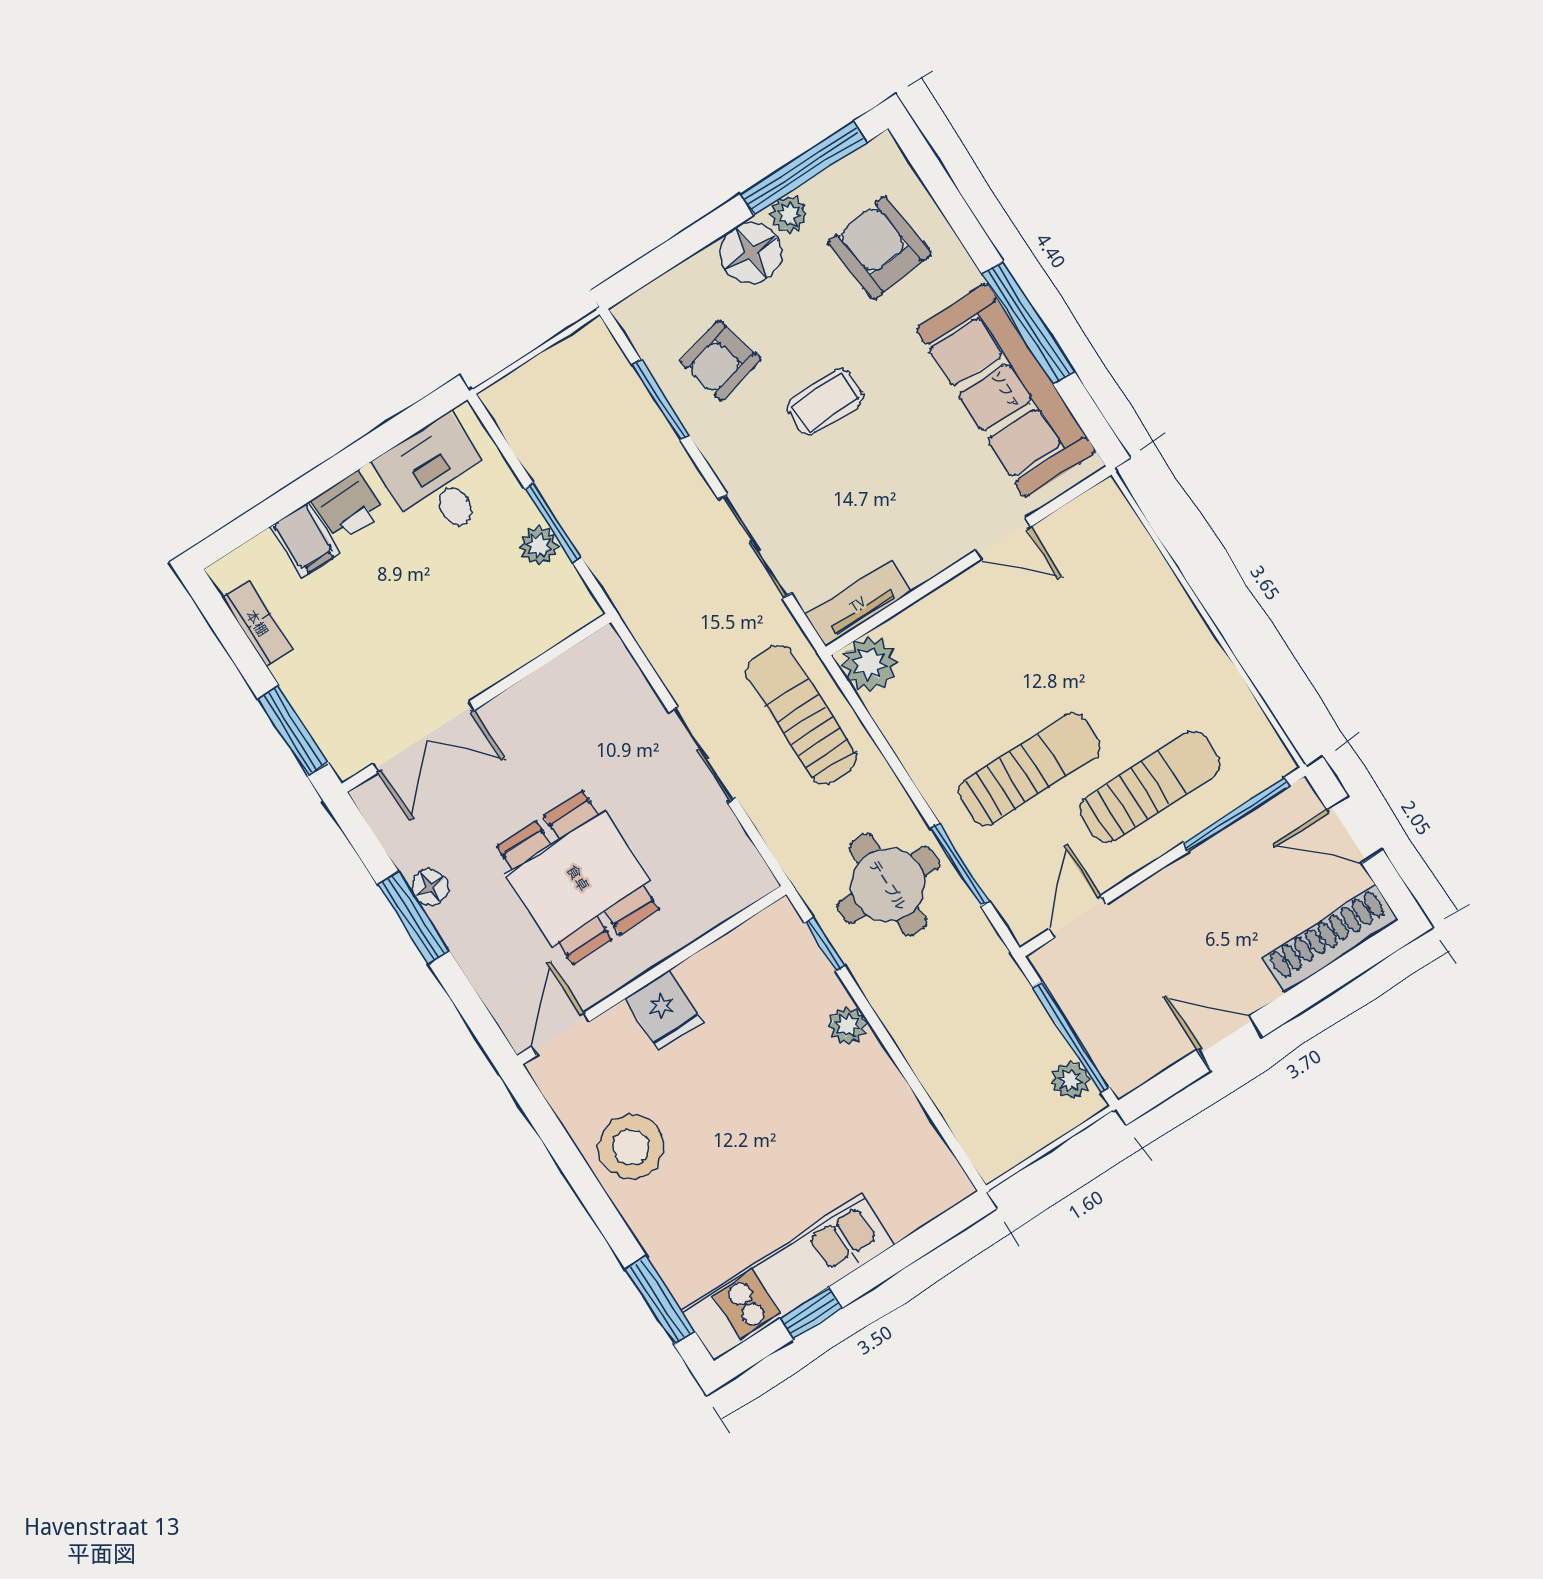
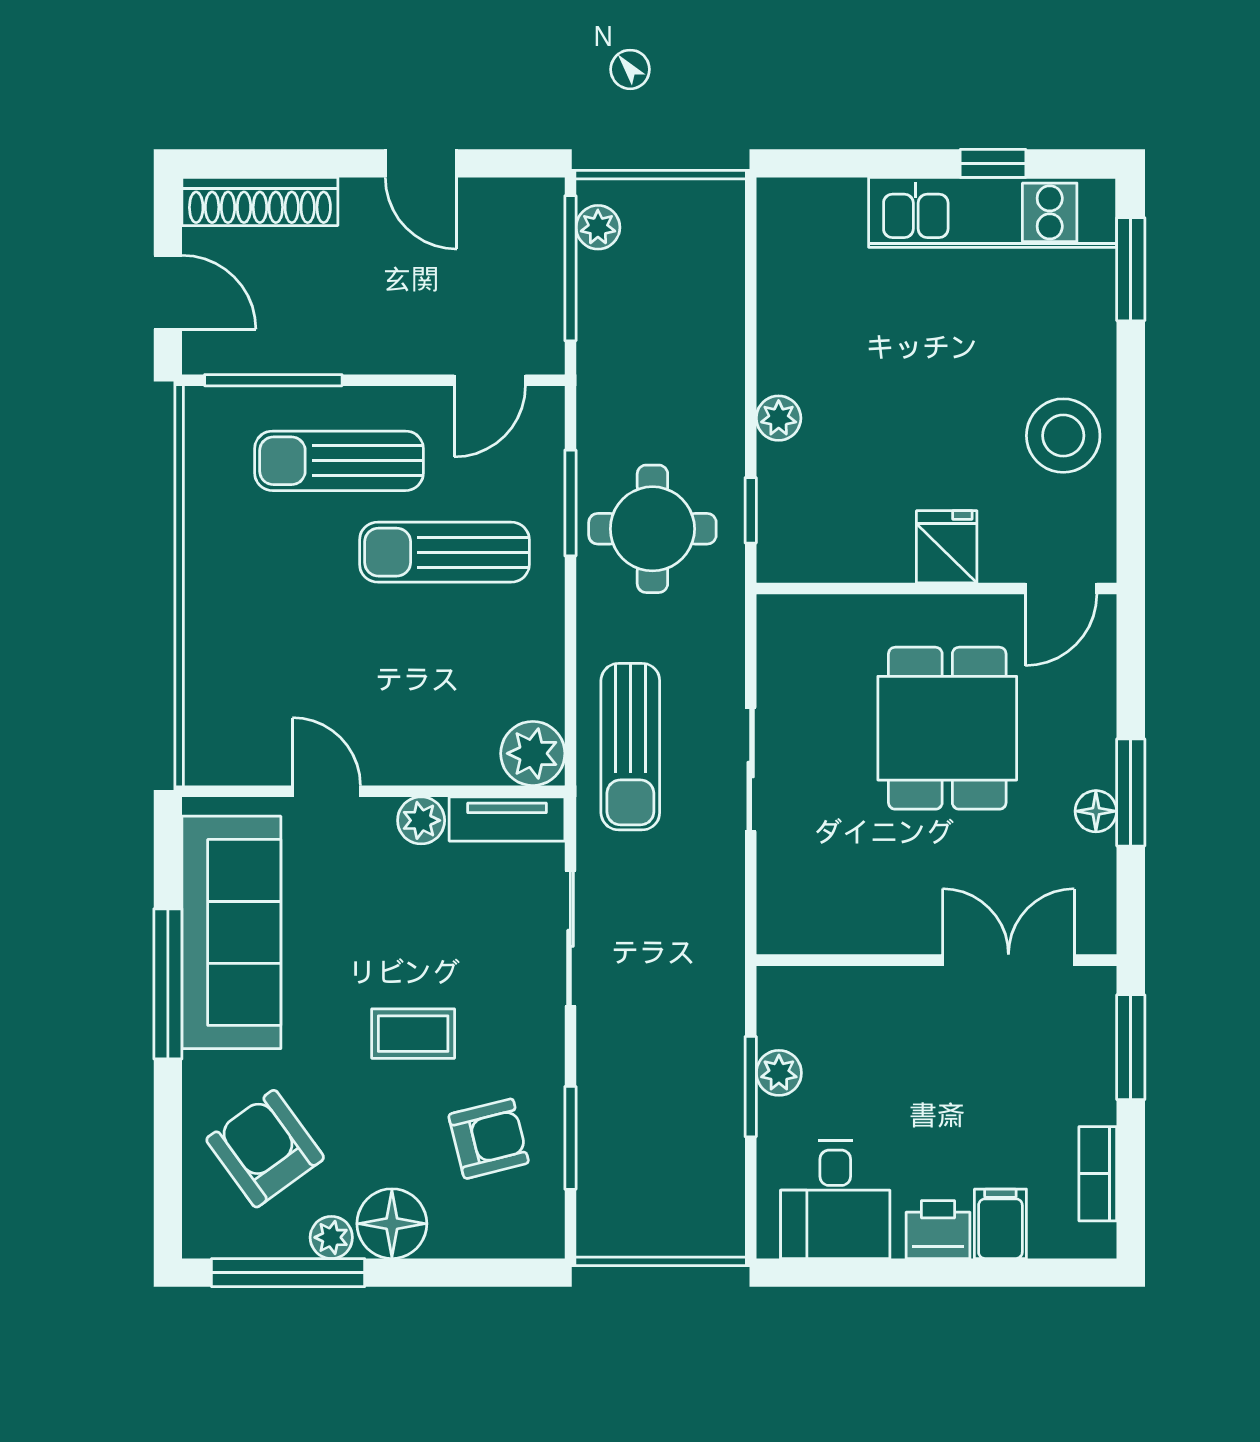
armchair: (879, 248) -> (265, 1149), turned 150
plant: (920, 562) -> (421, 820), added

